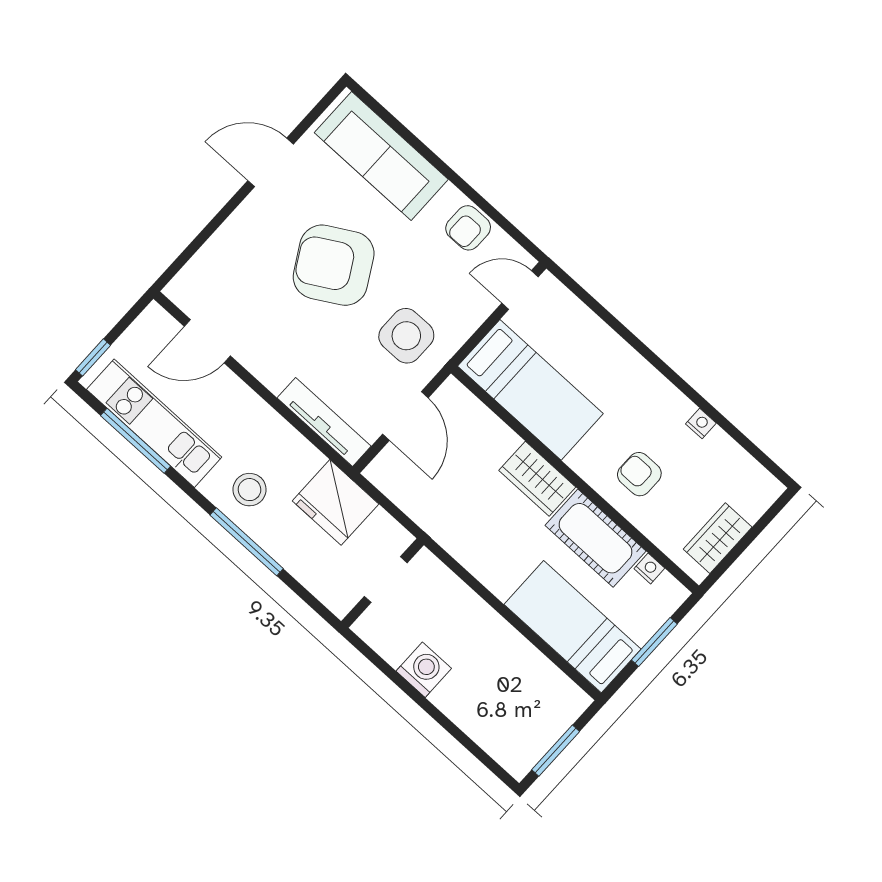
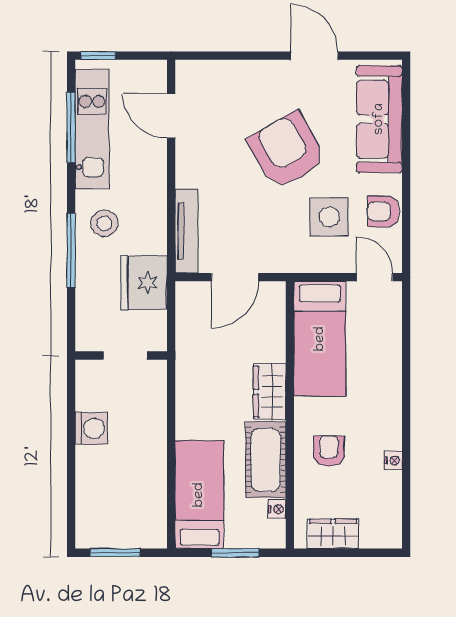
side table: (406, 336) -> (329, 217), moved

